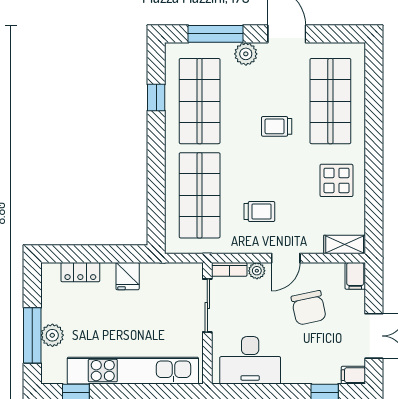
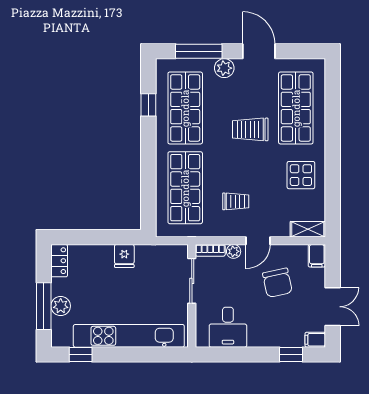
trolley: (277, 126) -> (250, 129), width x1.36, depth x1.39
locker: (80, 272) -> (59, 261), moved, turned -90
desk: (250, 360) -> (228, 327), width x0.73

